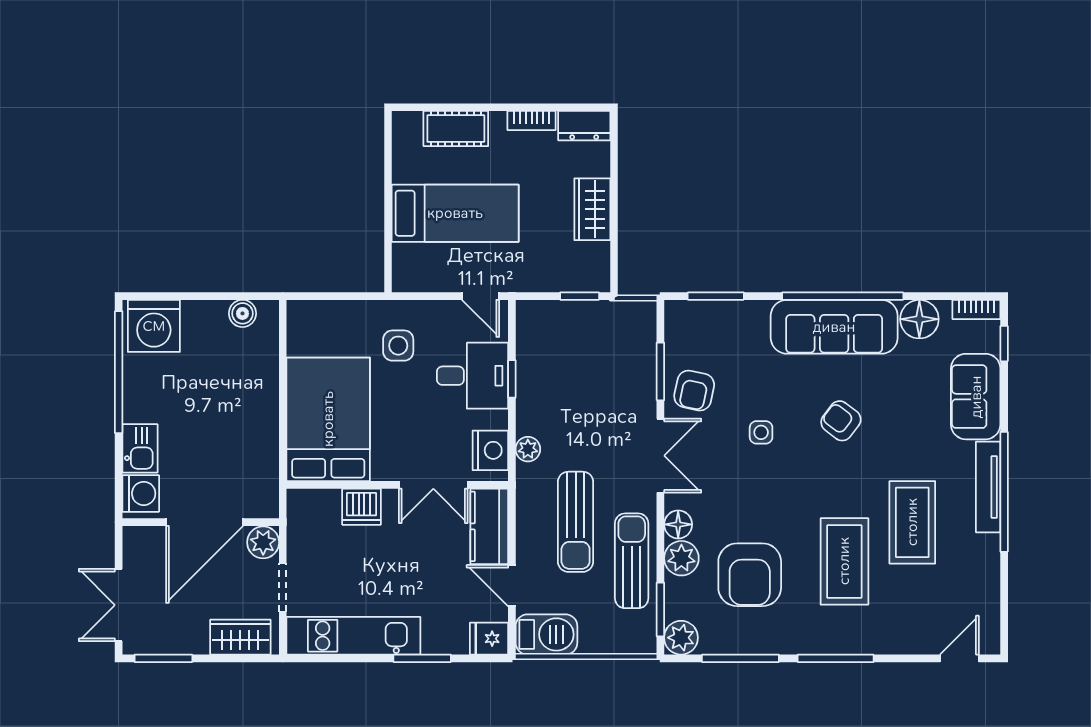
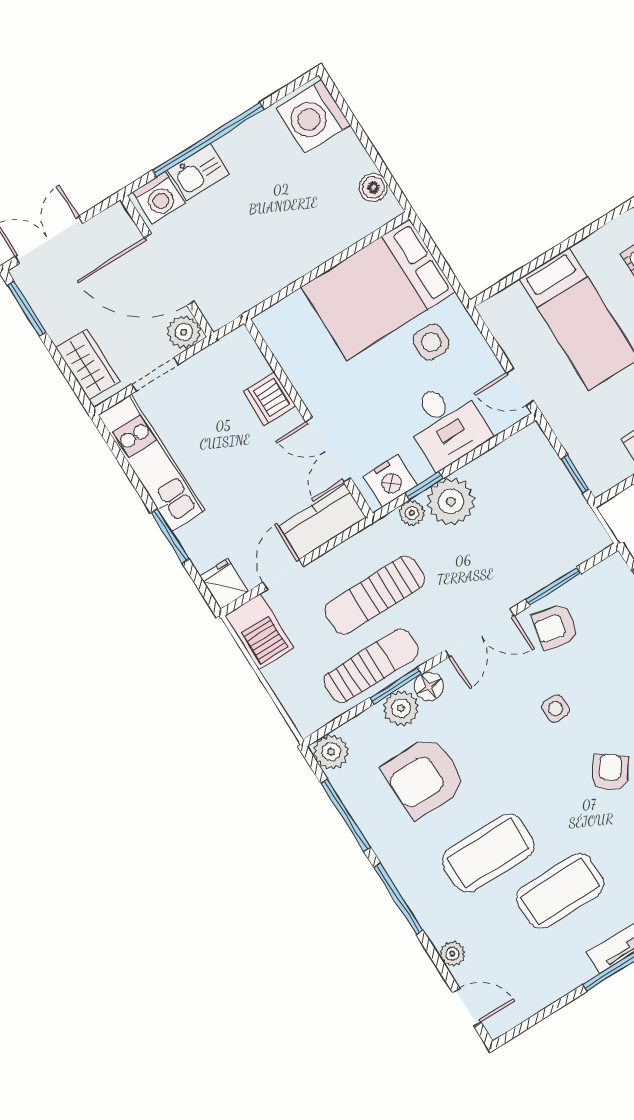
door: (481, 296) -> (520, 387), hinge flipped
window: (119, 372) -> (208, 140), moved
window: (512, 379) -> (424, 486), moved
plant: (539, 411) -> (451, 502), added
bed: (328, 419) -> (378, 289), moved, turned 180
window: (660, 609) -> (396, 686), moved
plant: (908, 642) -> (452, 954), added

